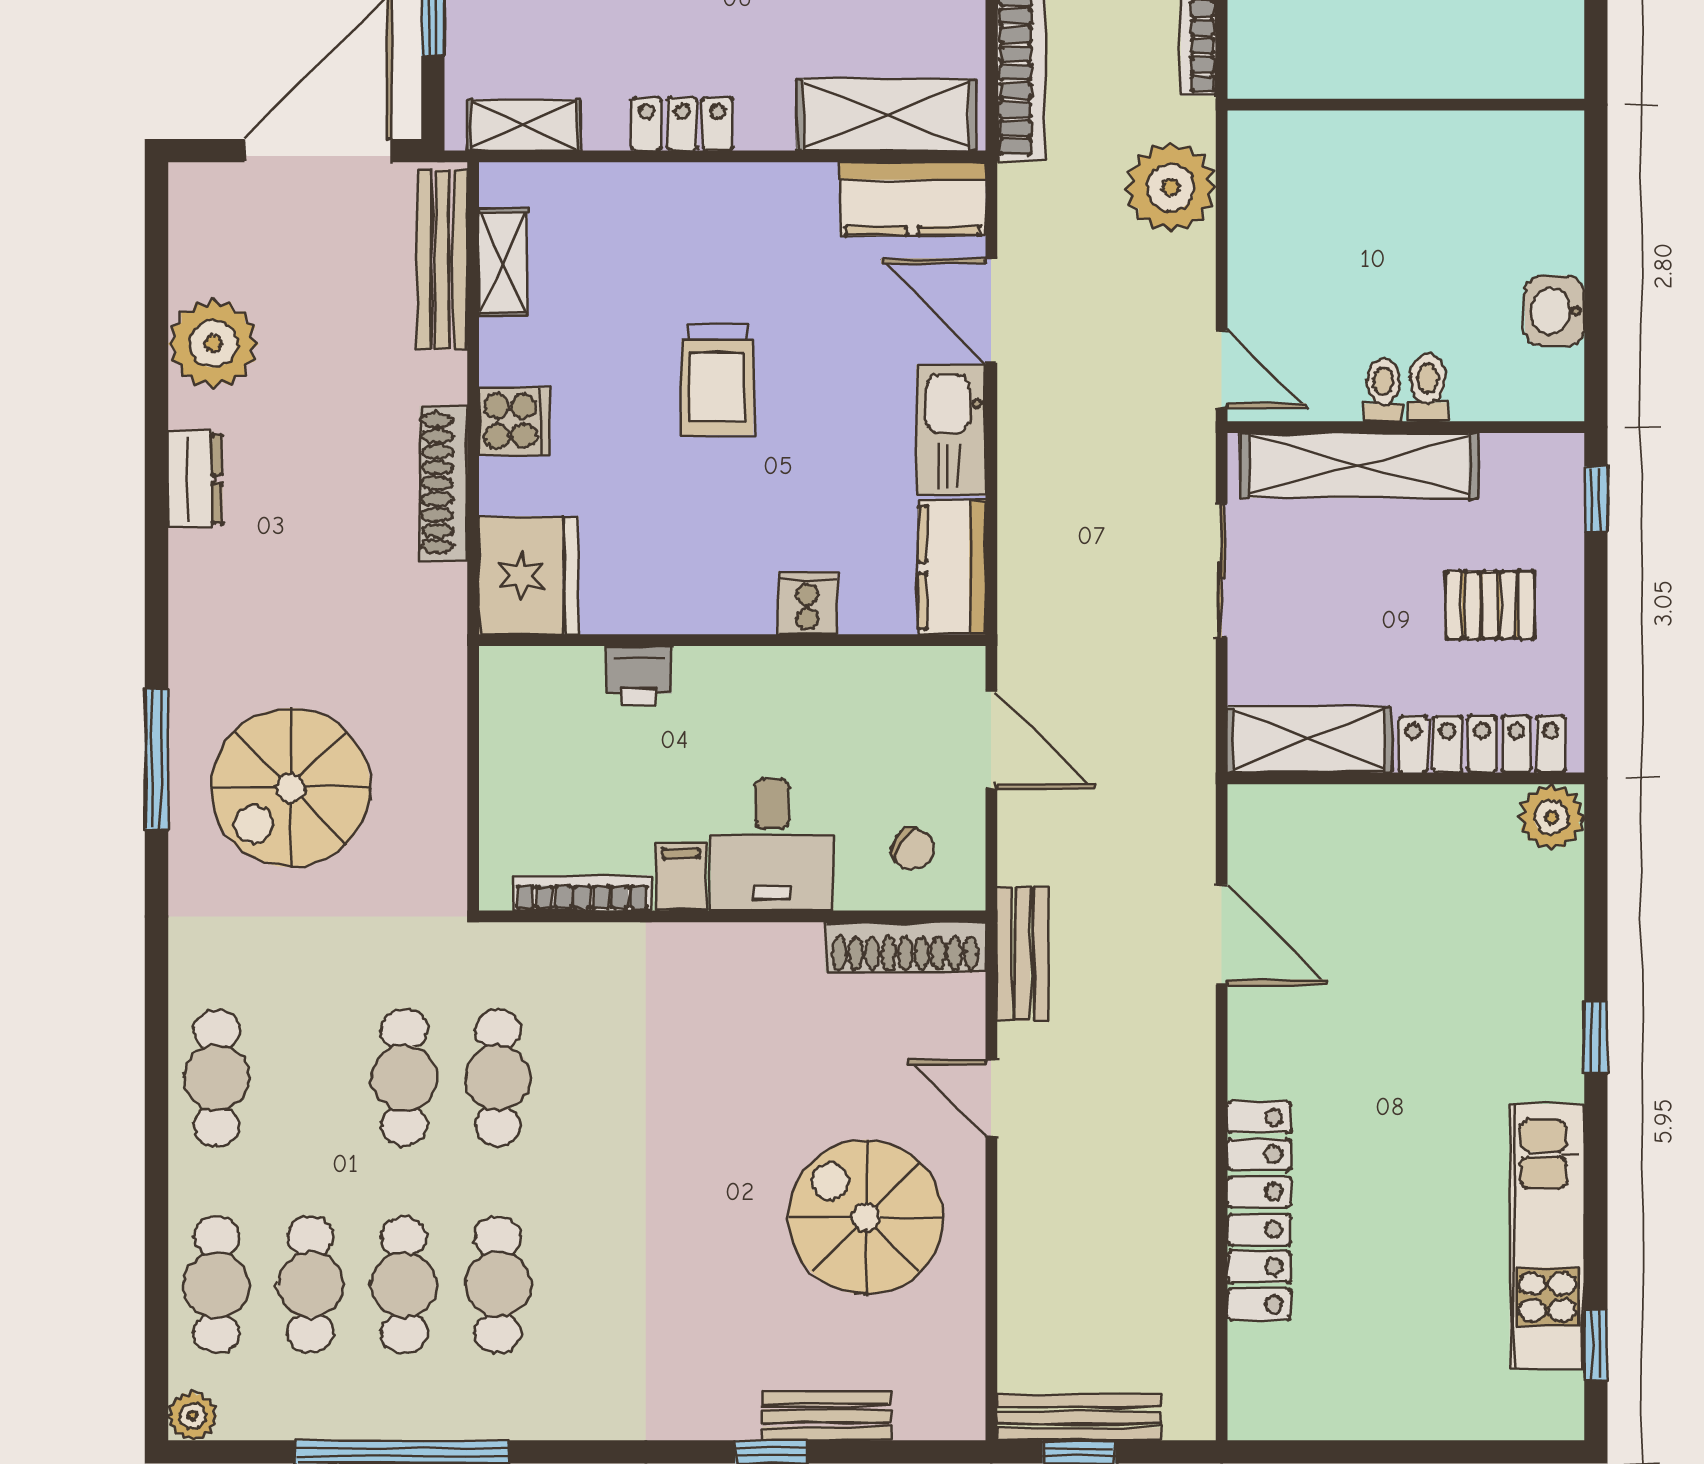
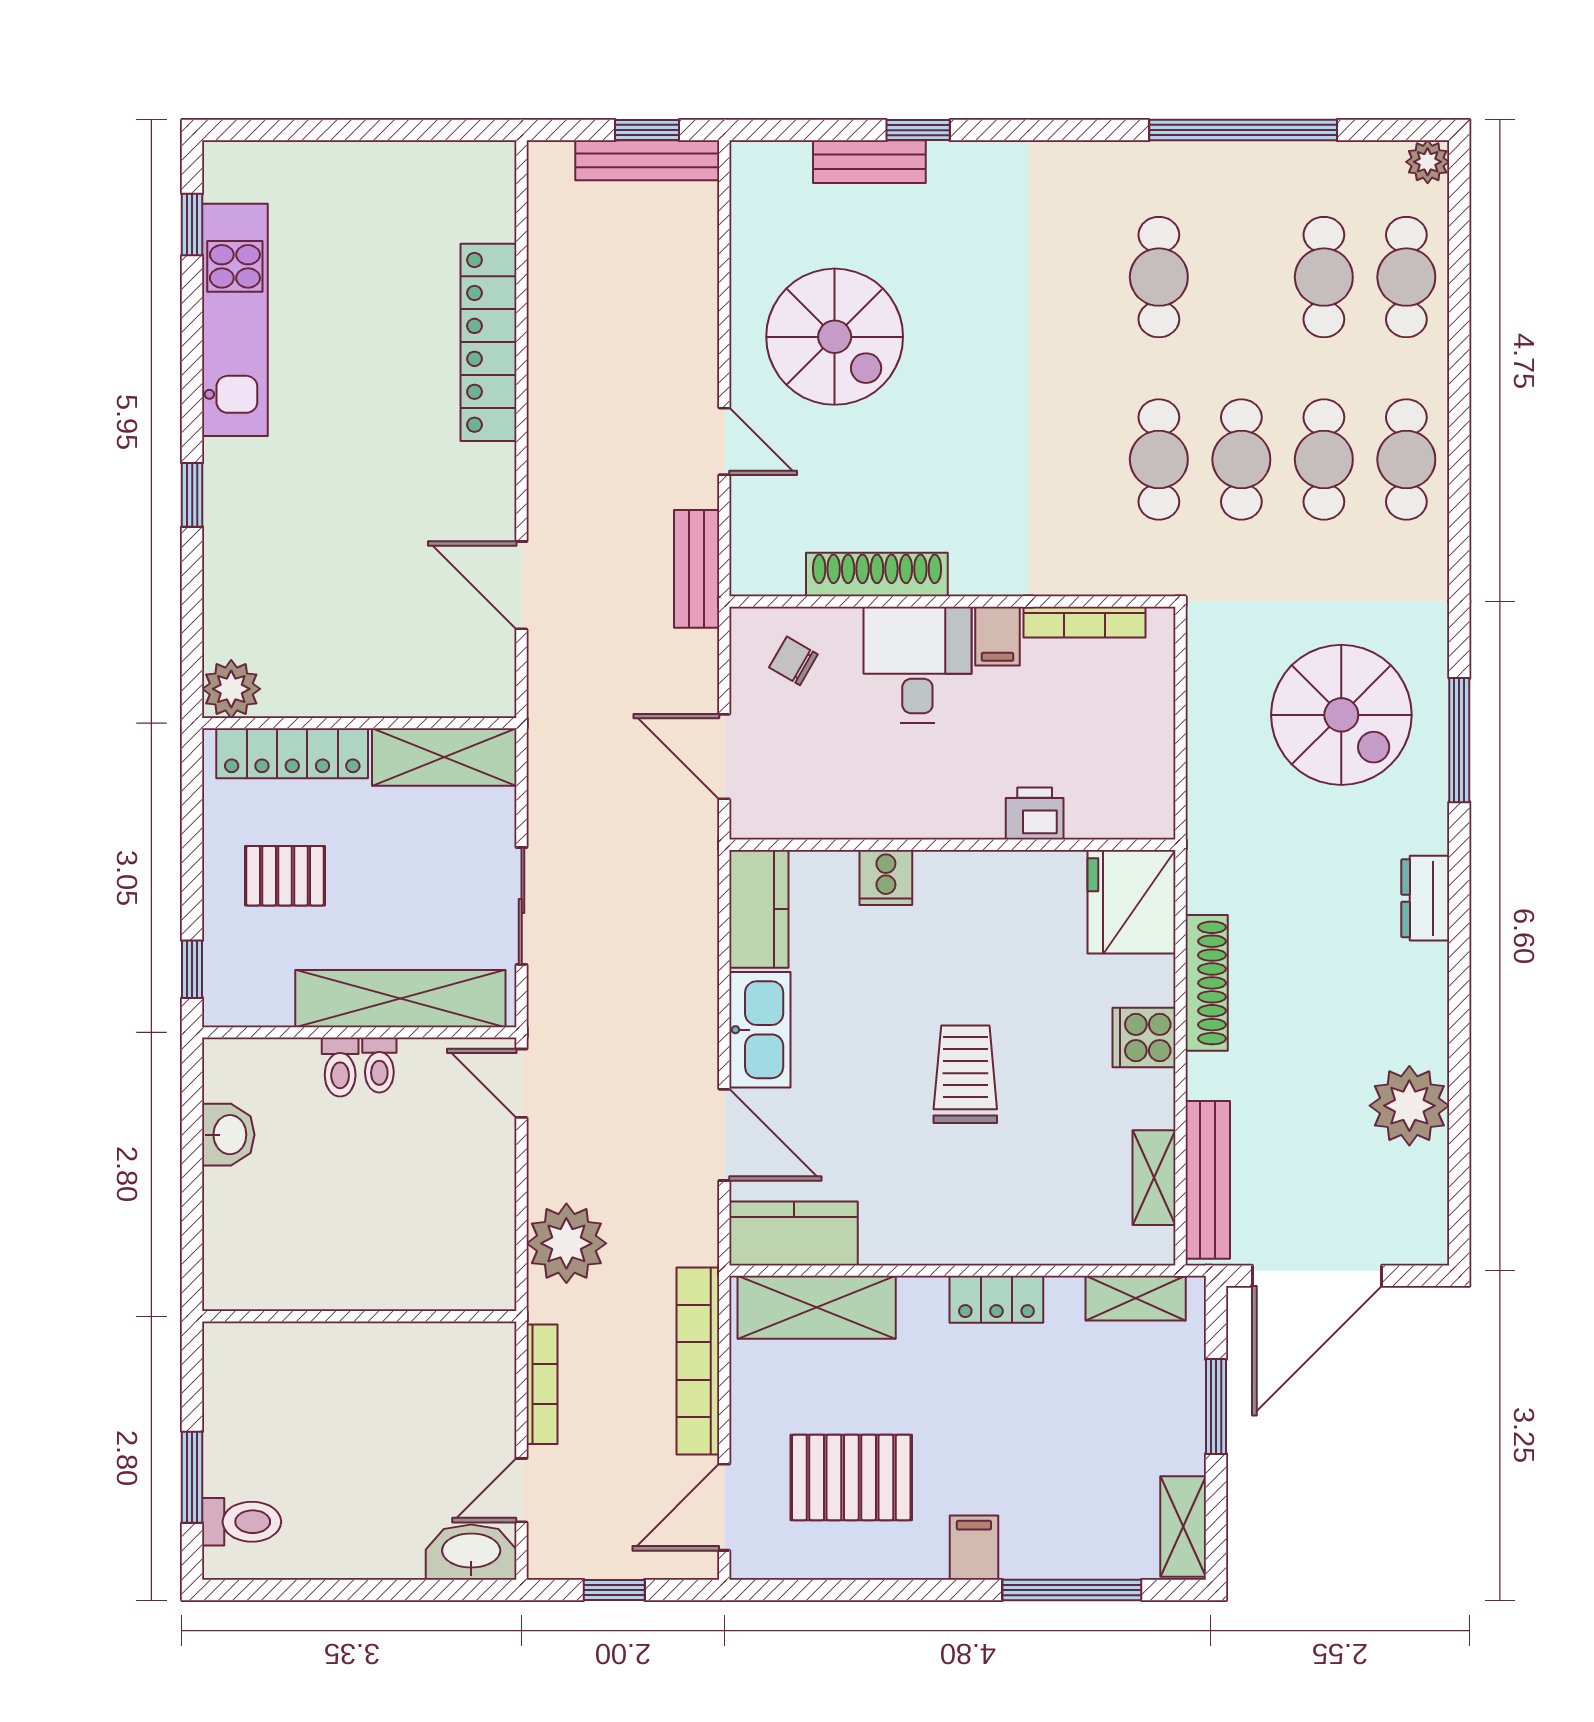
dresser: (195, 479) -> (1425, 898), moved
spiral stairs: (290, 788) -> (1341, 715), turned 90
shoe rack: (905, 947) -> (877, 575), moved
cafe table: (404, 1285) -> (1324, 459), moved

